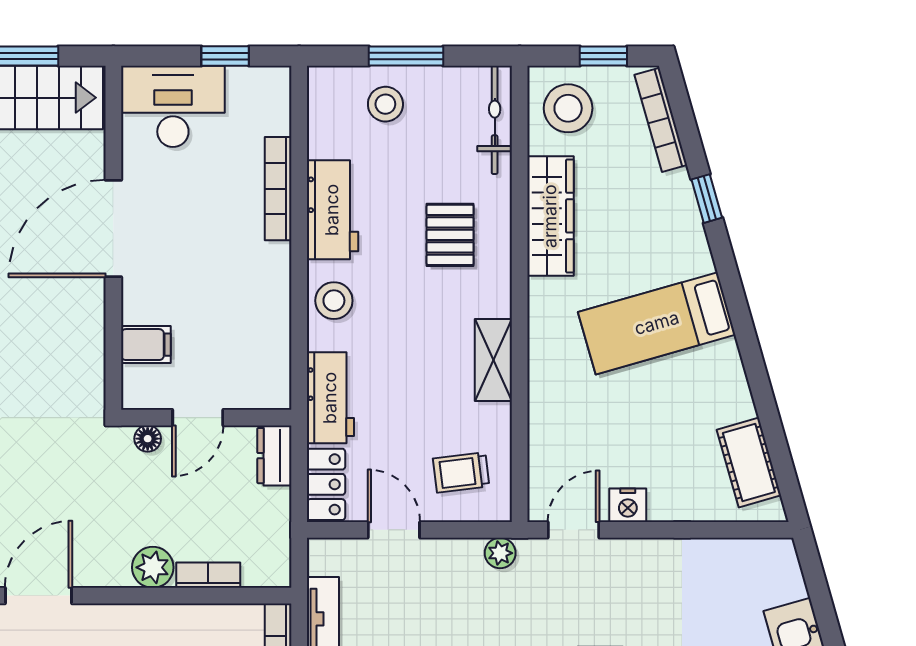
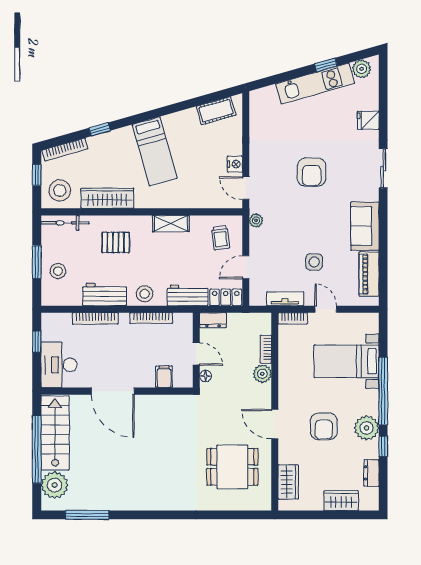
bookcase: (279, 315) -> (151, 318), added

